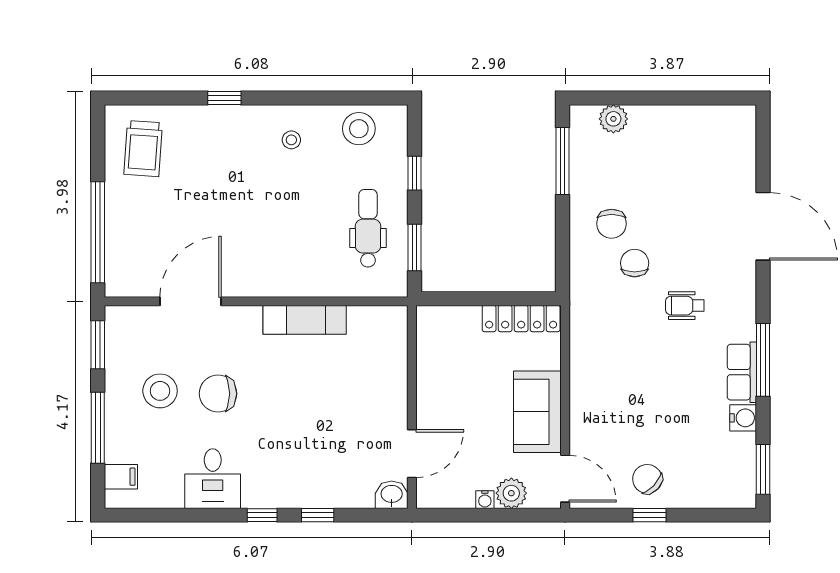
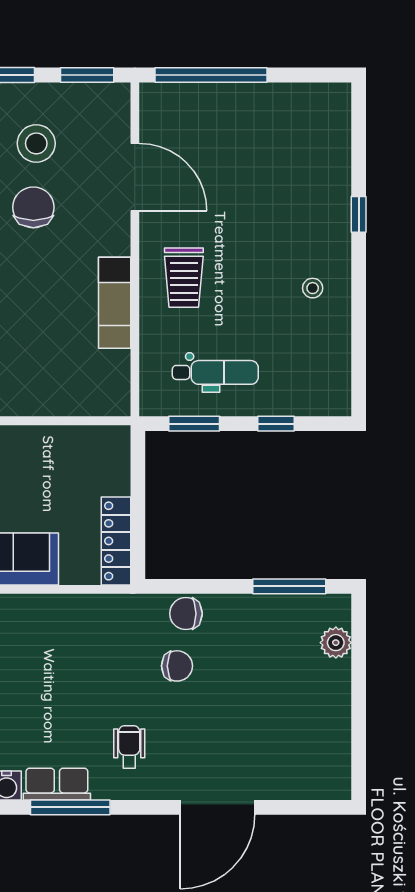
stool: (359, 129) -> (325, 362), removed
trolley: (143, 149) -> (184, 278), moved, turned -94
chair: (612, 224) -> (186, 614), moved
wheelchair: (685, 306) -> (129, 747), moved

